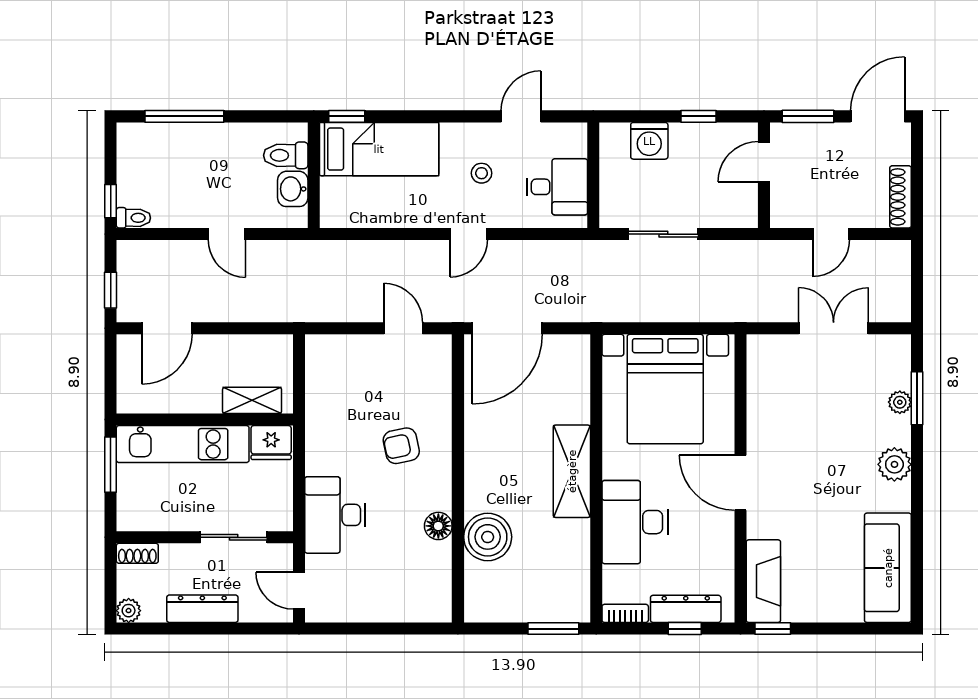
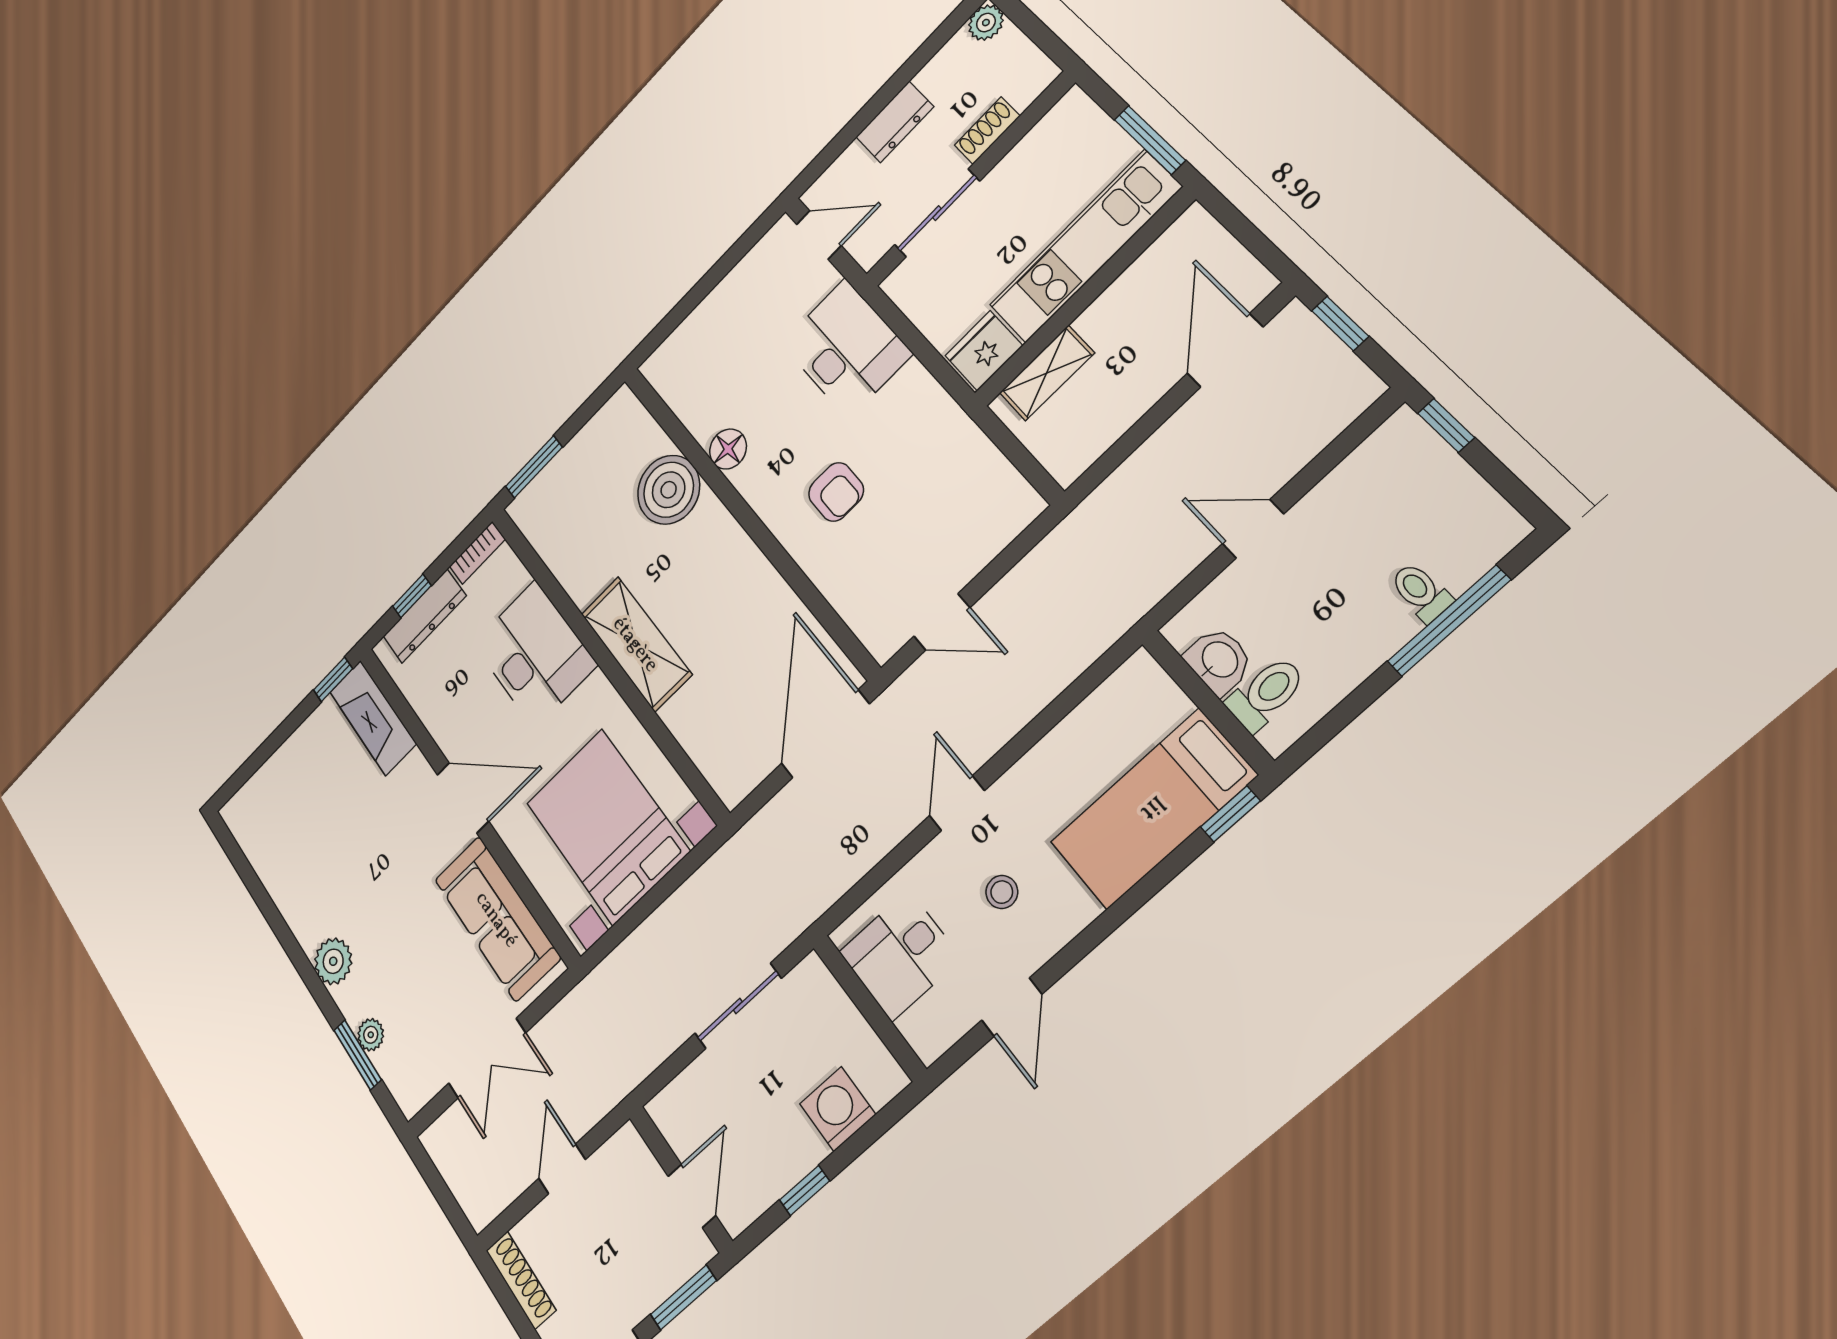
toilet: (133, 218) -> (1421, 592), moved, turned 90
armchair: (401, 446) -> (836, 492), turned 102
shoe rack: (137, 553) -> (987, 131), moved
sofa: (888, 568) -> (497, 919), moved, turned 180
dresser: (202, 609) -> (895, 122), width x0.70

